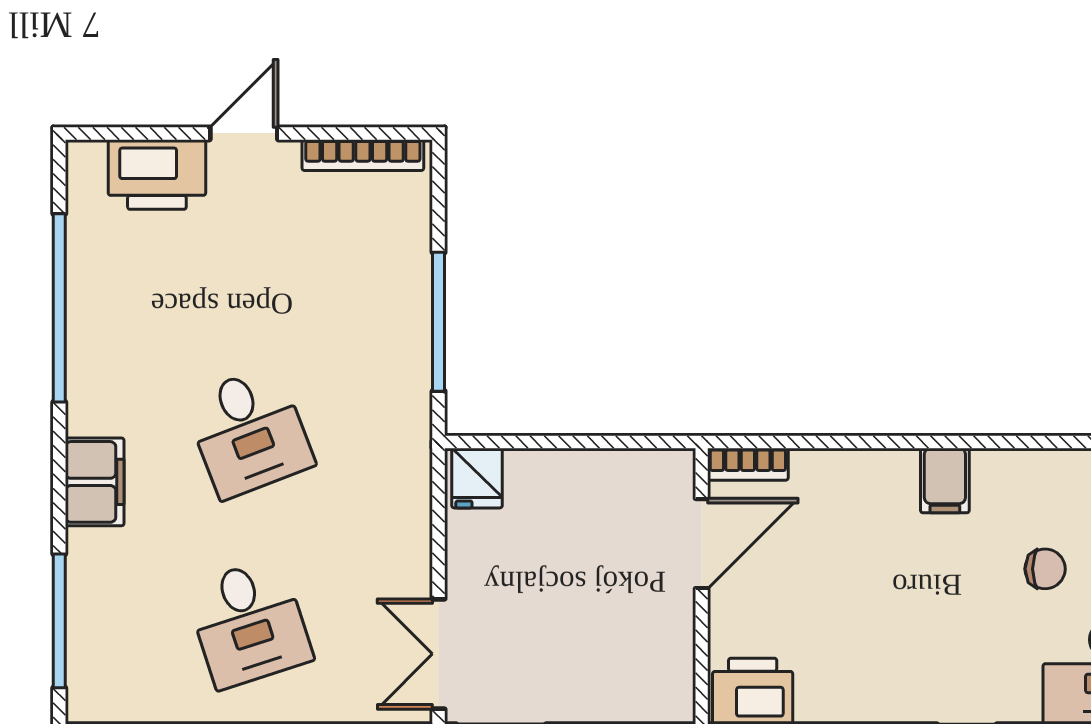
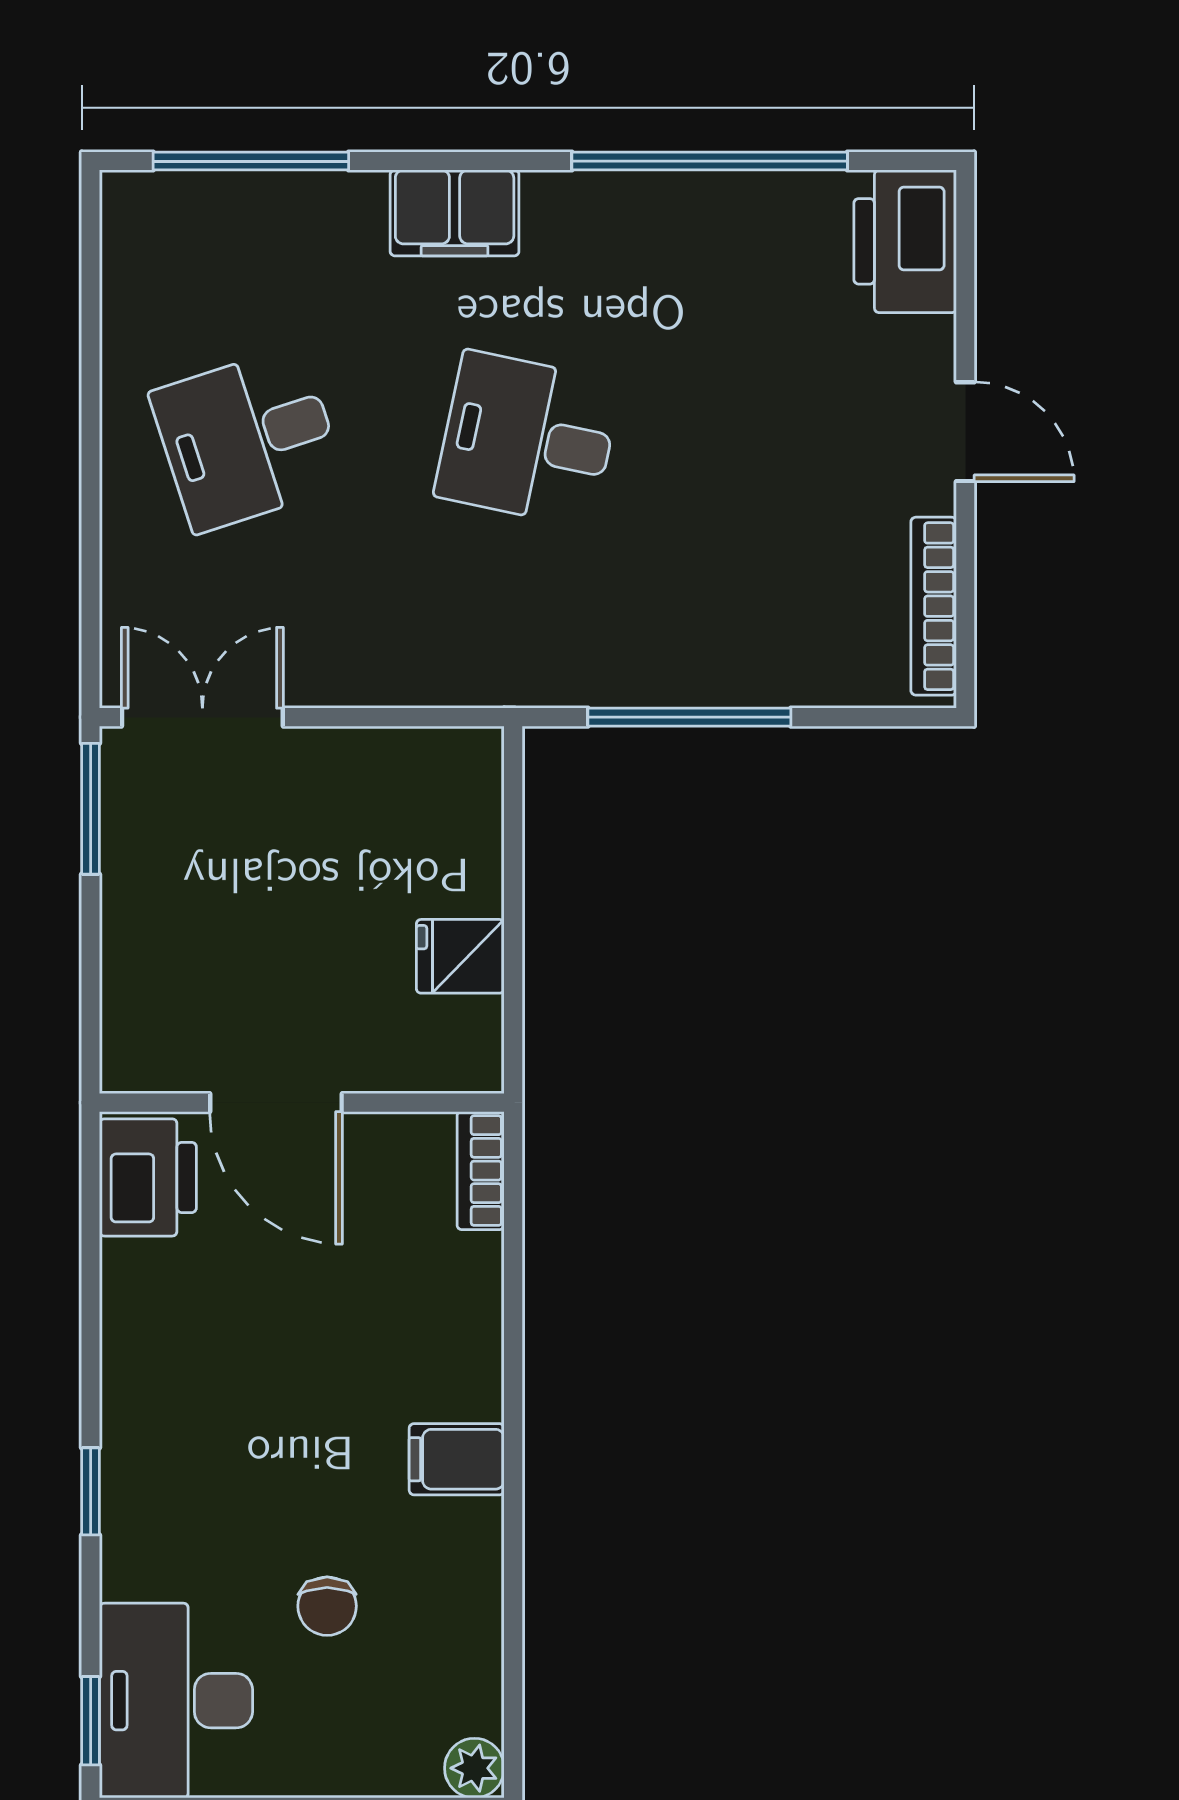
printer: (157, 174) -> (905, 241), moved
desk: (249, 432) -> (528, 439), turned 33
fridge: (477, 478) -> (460, 956), moved
door: (702, 544) -> (276, 1103), moved

